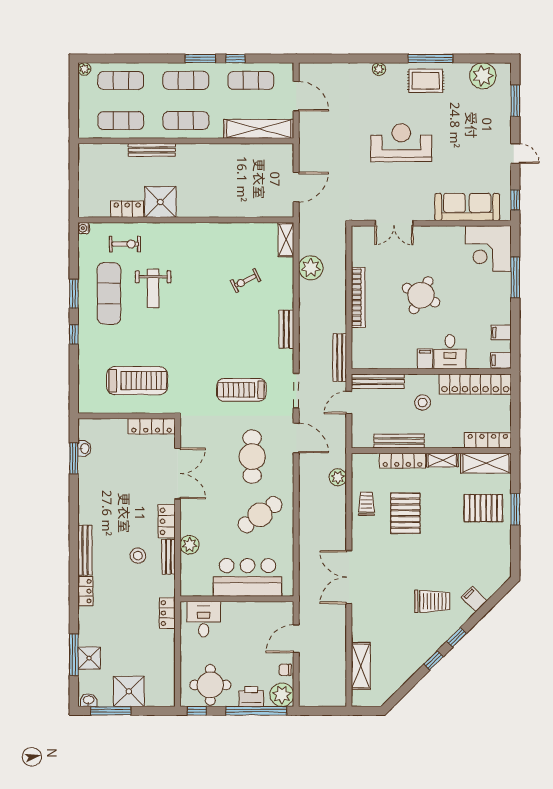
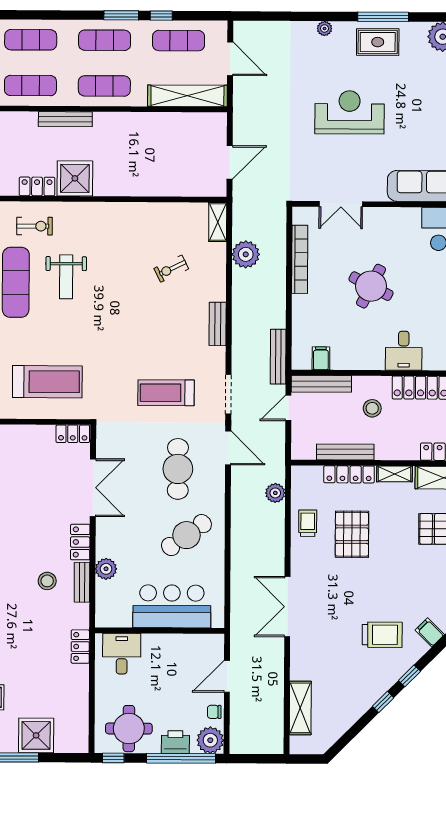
bookcase: (358, 297) -> (300, 259), moved
filing cabinet: (425, 359) -> (321, 358), moved
locker: (152, 426) -> (73, 434), width x0.66

